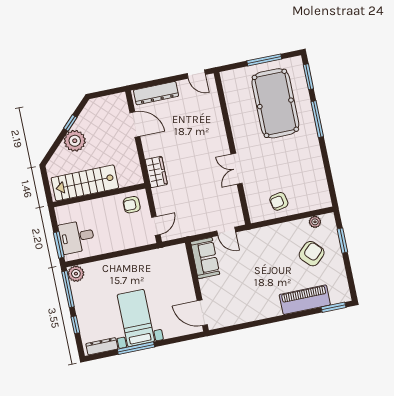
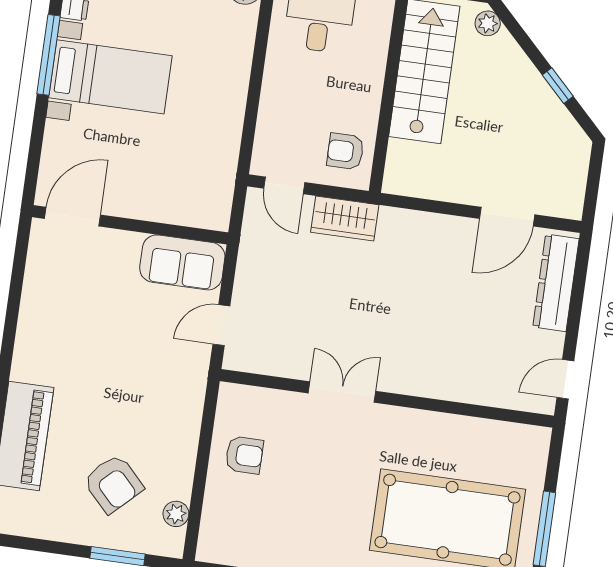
plant: (75, 141) -> (488, 23), moved, width x0.53, depth x0.53
wardrobe: (156, 172) -> (345, 219), moved
armchair: (279, 201) -> (244, 455), turned 101
armchair: (132, 205) -> (345, 151), turned -90

